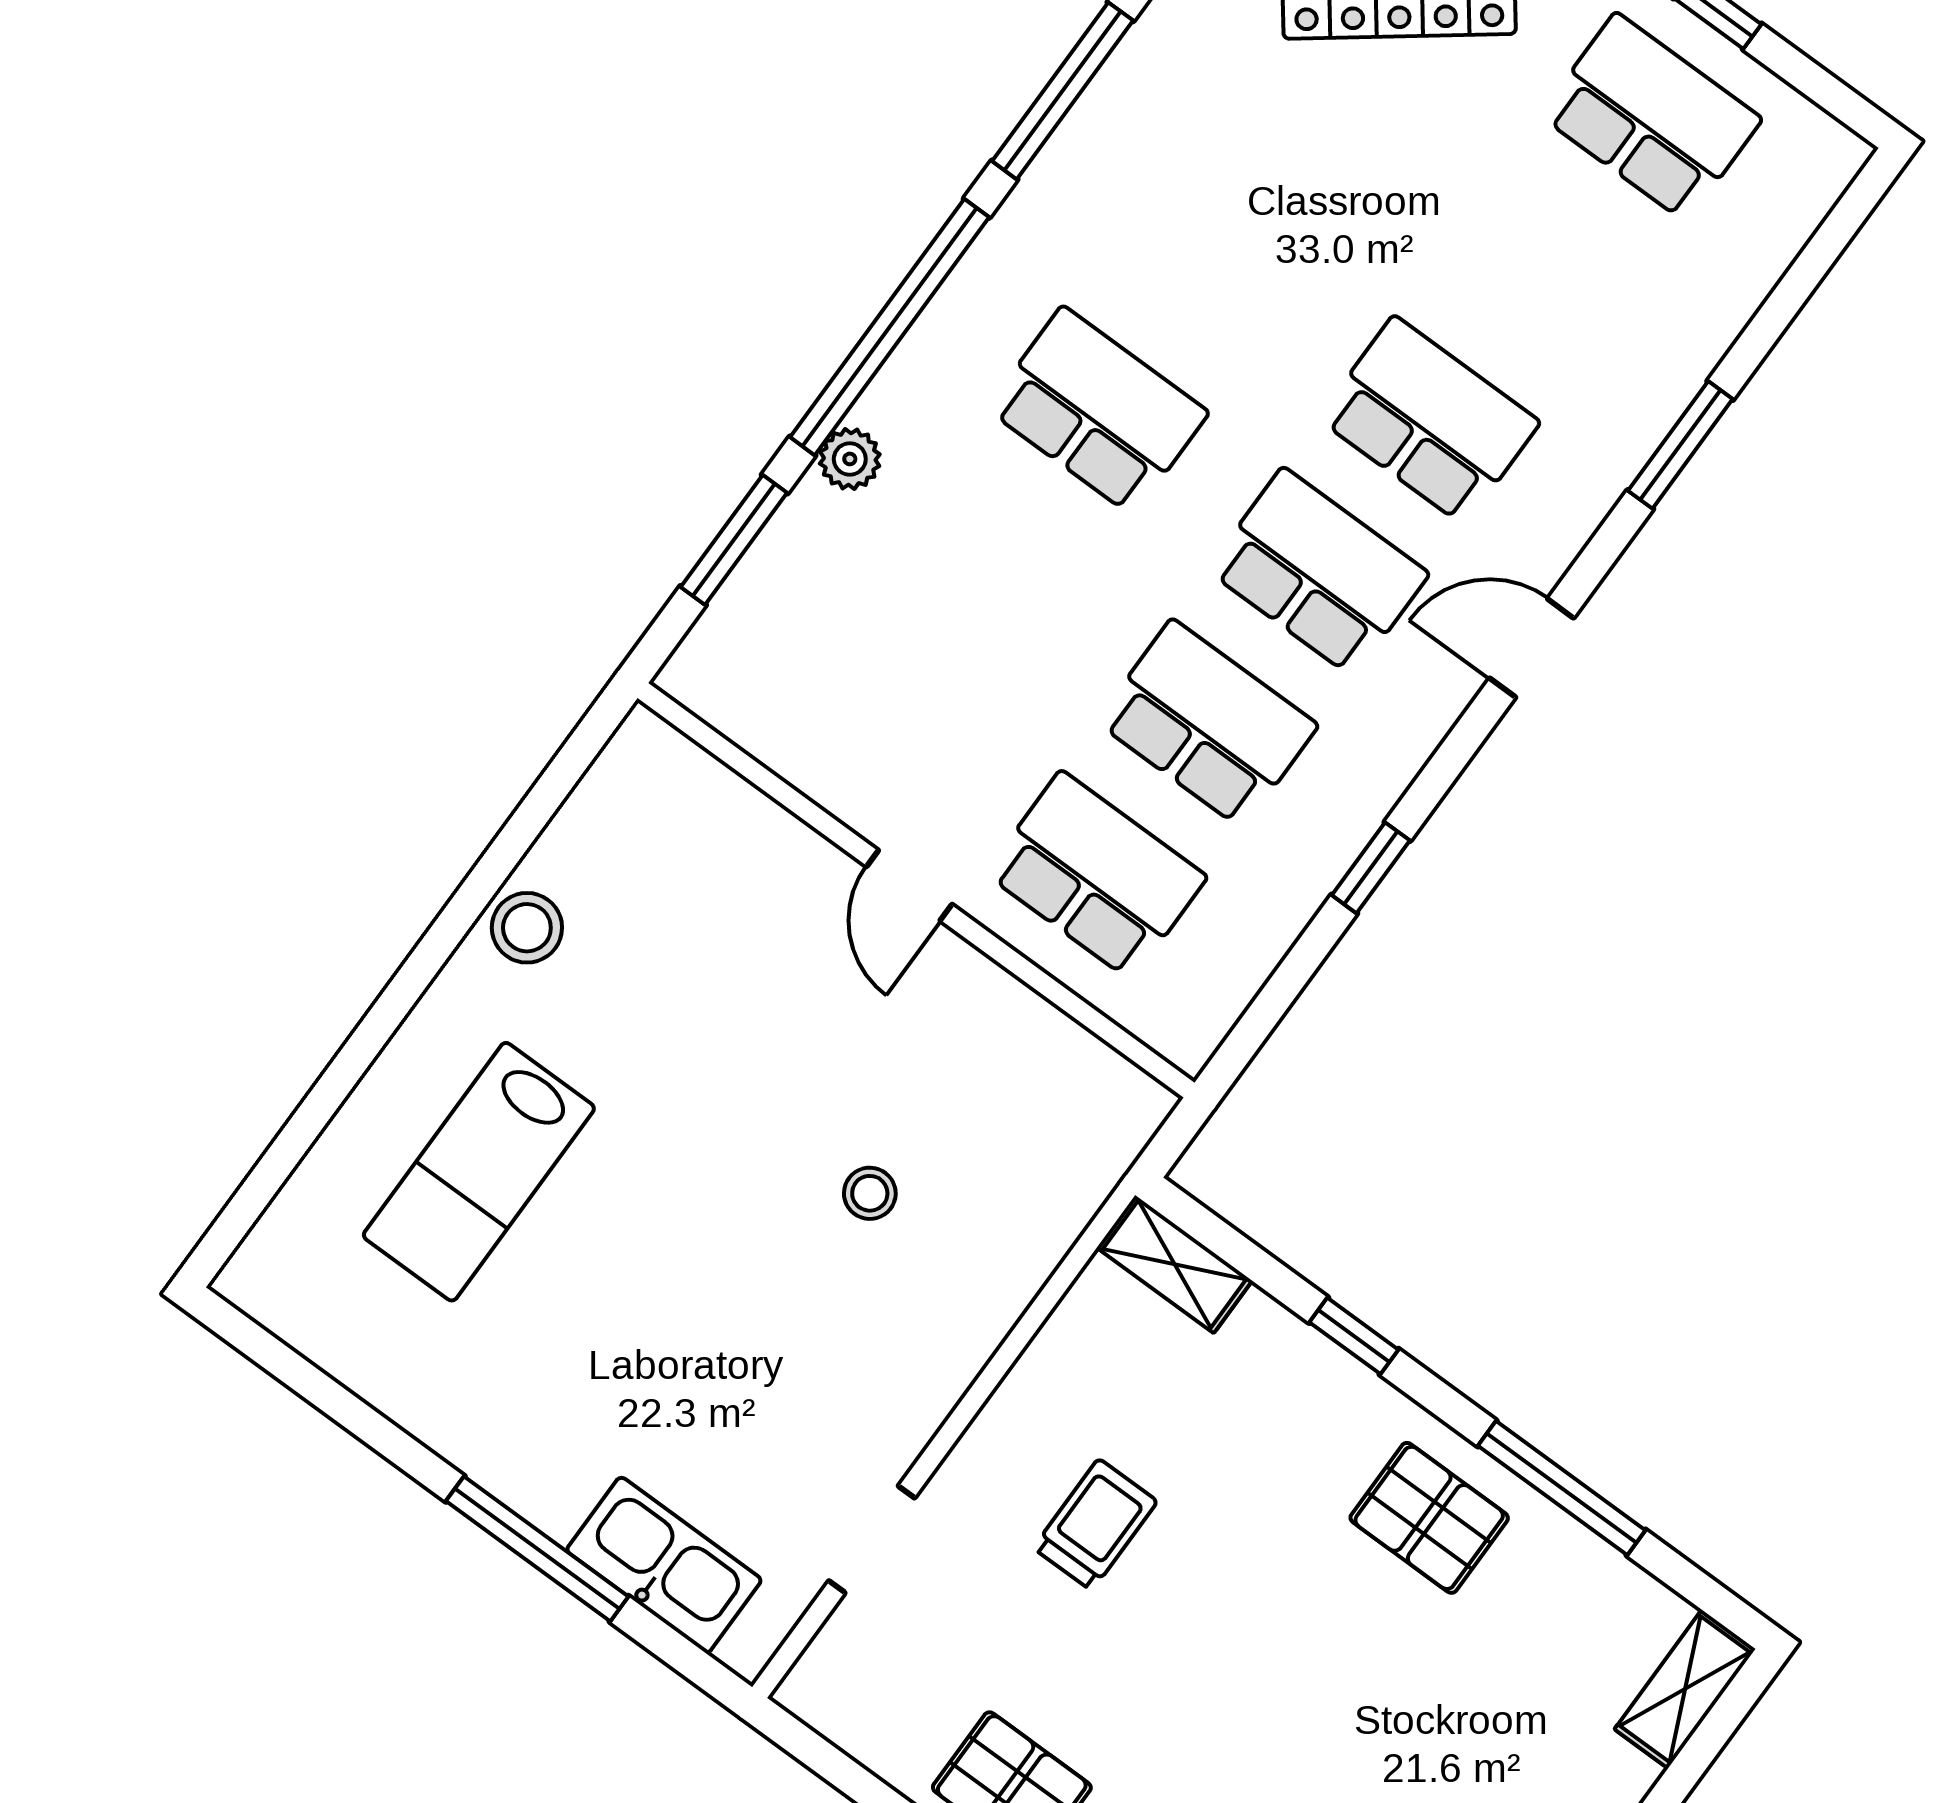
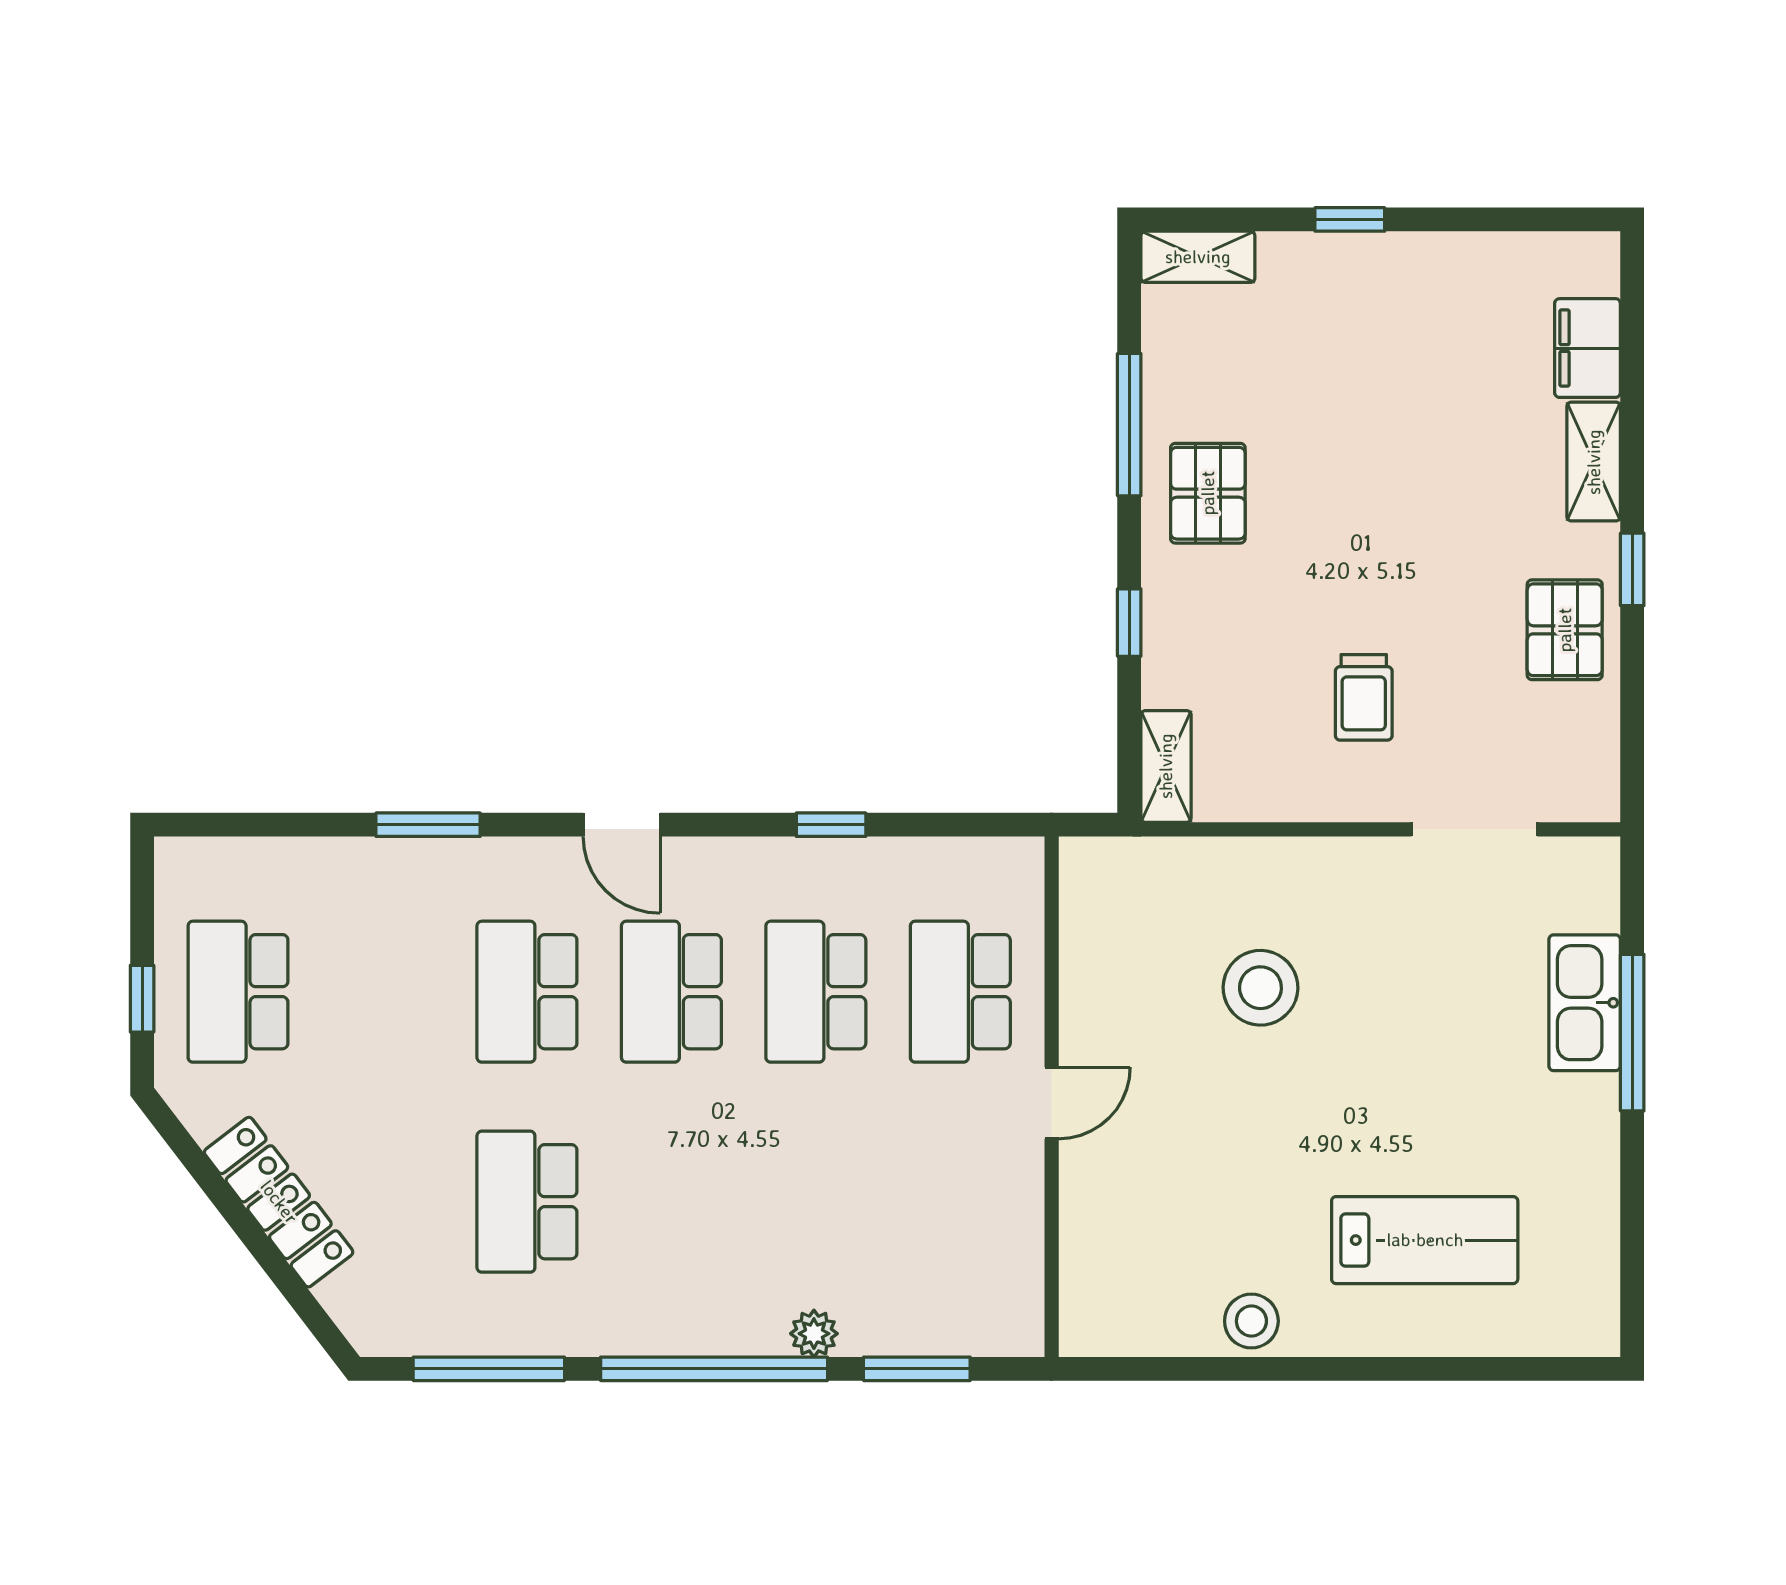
school desk: (1098, 411) -> (527, 1202), moved
stool: (870, 1193) -> (1260, 988), width x1.89, depth x1.89
trolley: (1095, 1525) -> (1364, 697), turned -90
doorway: (872, 1539) -> (1474, 829), width x1.38
kitchen sink: (664, 1565) -> (1585, 1003), moved

